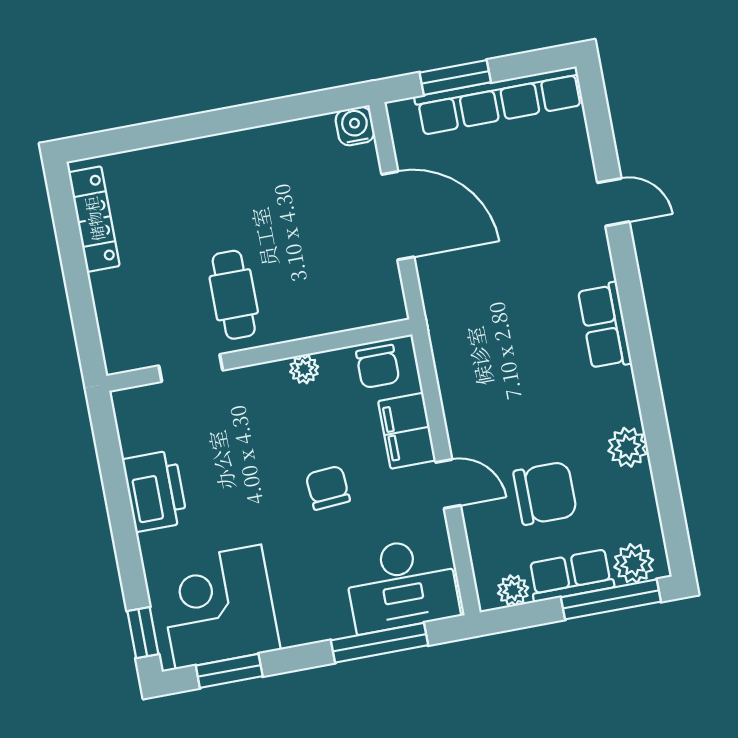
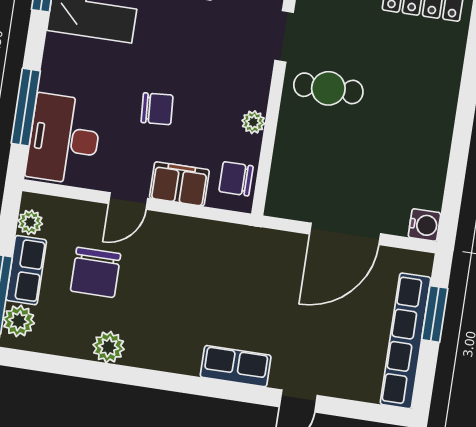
row of seats: (605, 326) -> (236, 366), moved

